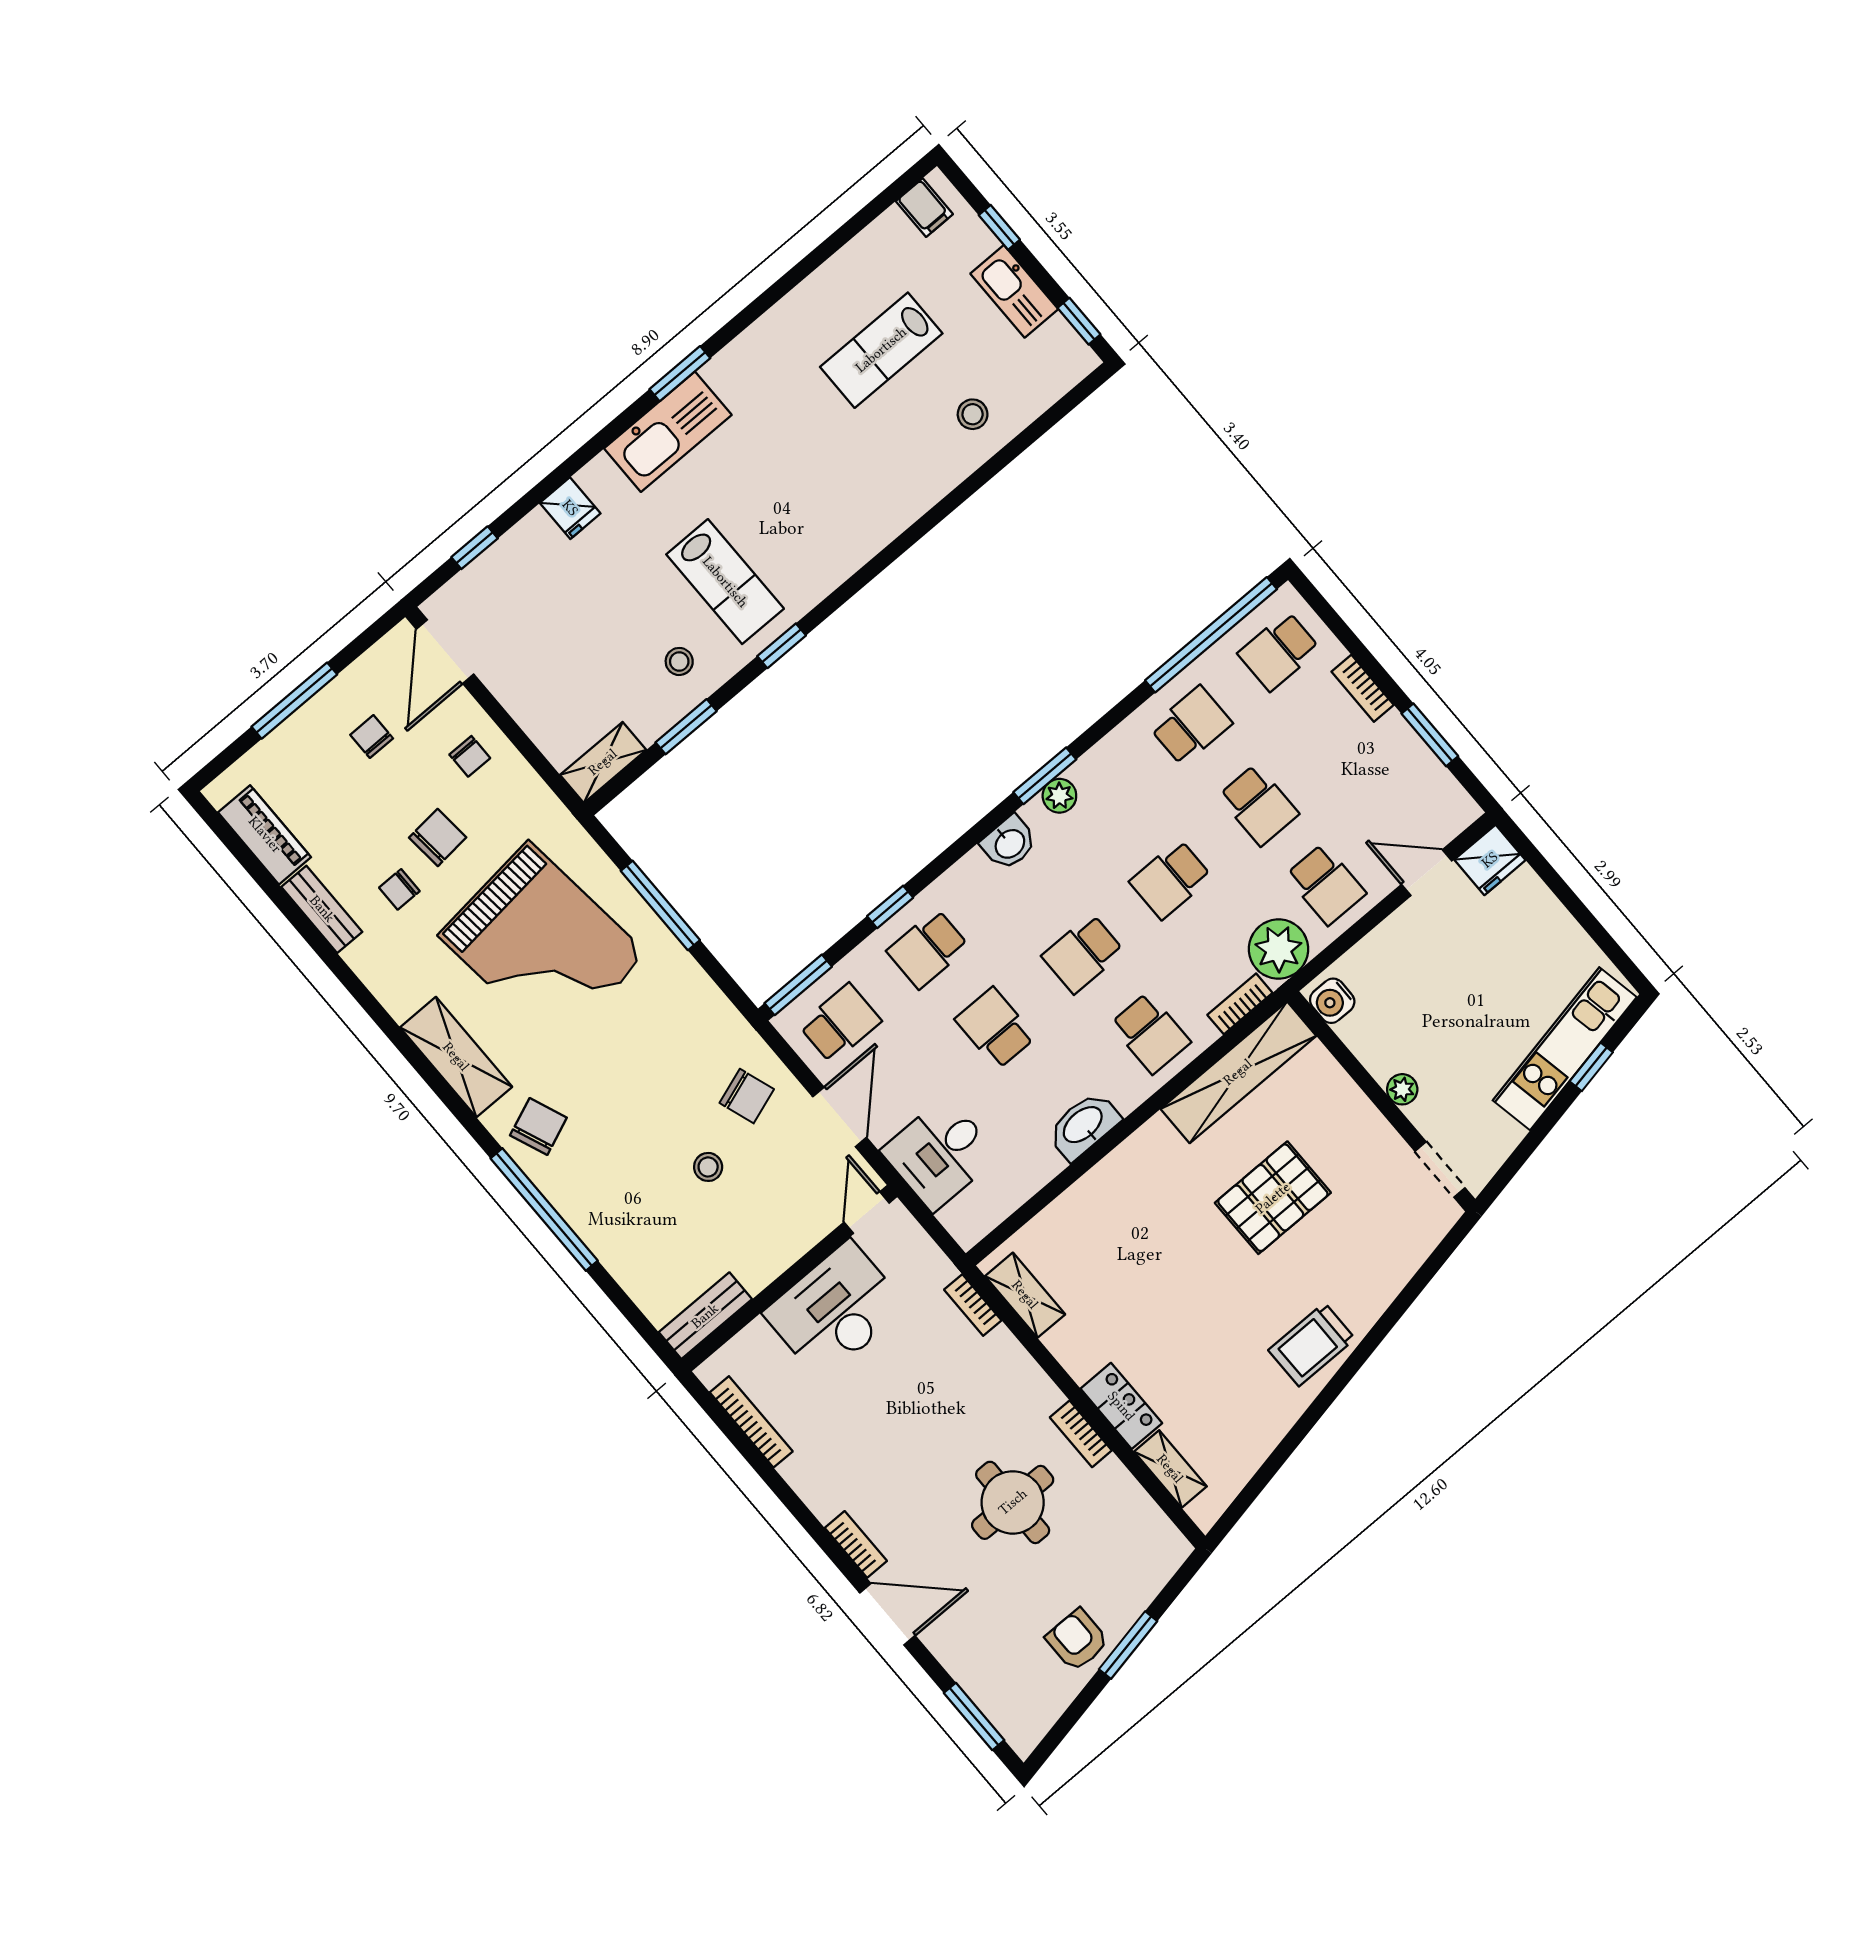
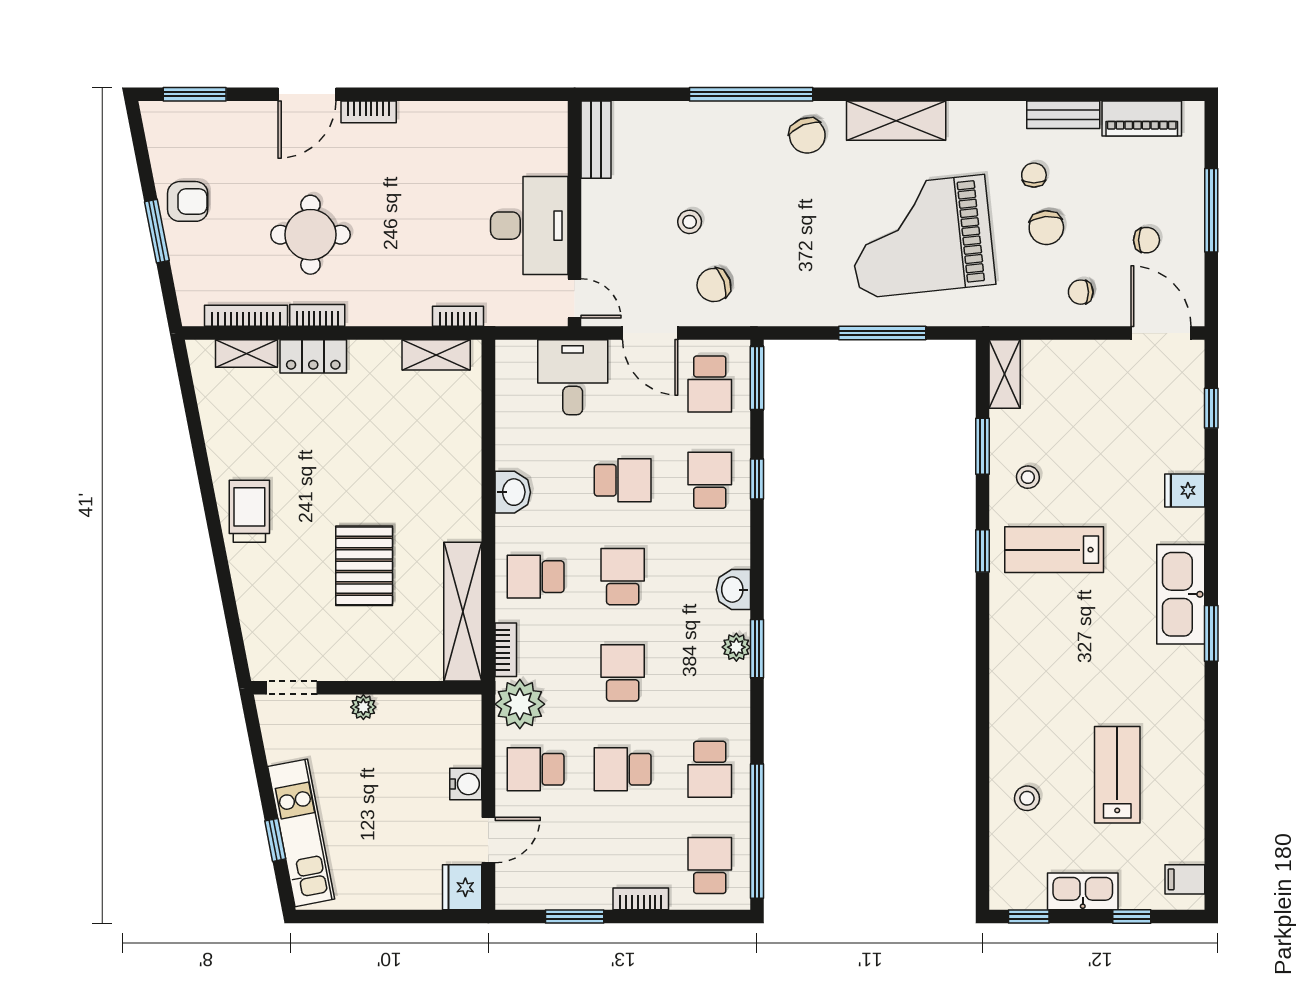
water cooler: (1332, 1001) -> (466, 784), moved, turned 90
washbasin: (1084, 1126) -> (513, 492), width x0.72
bookcase: (751, 1422) -> (246, 316), moved, turned 180

